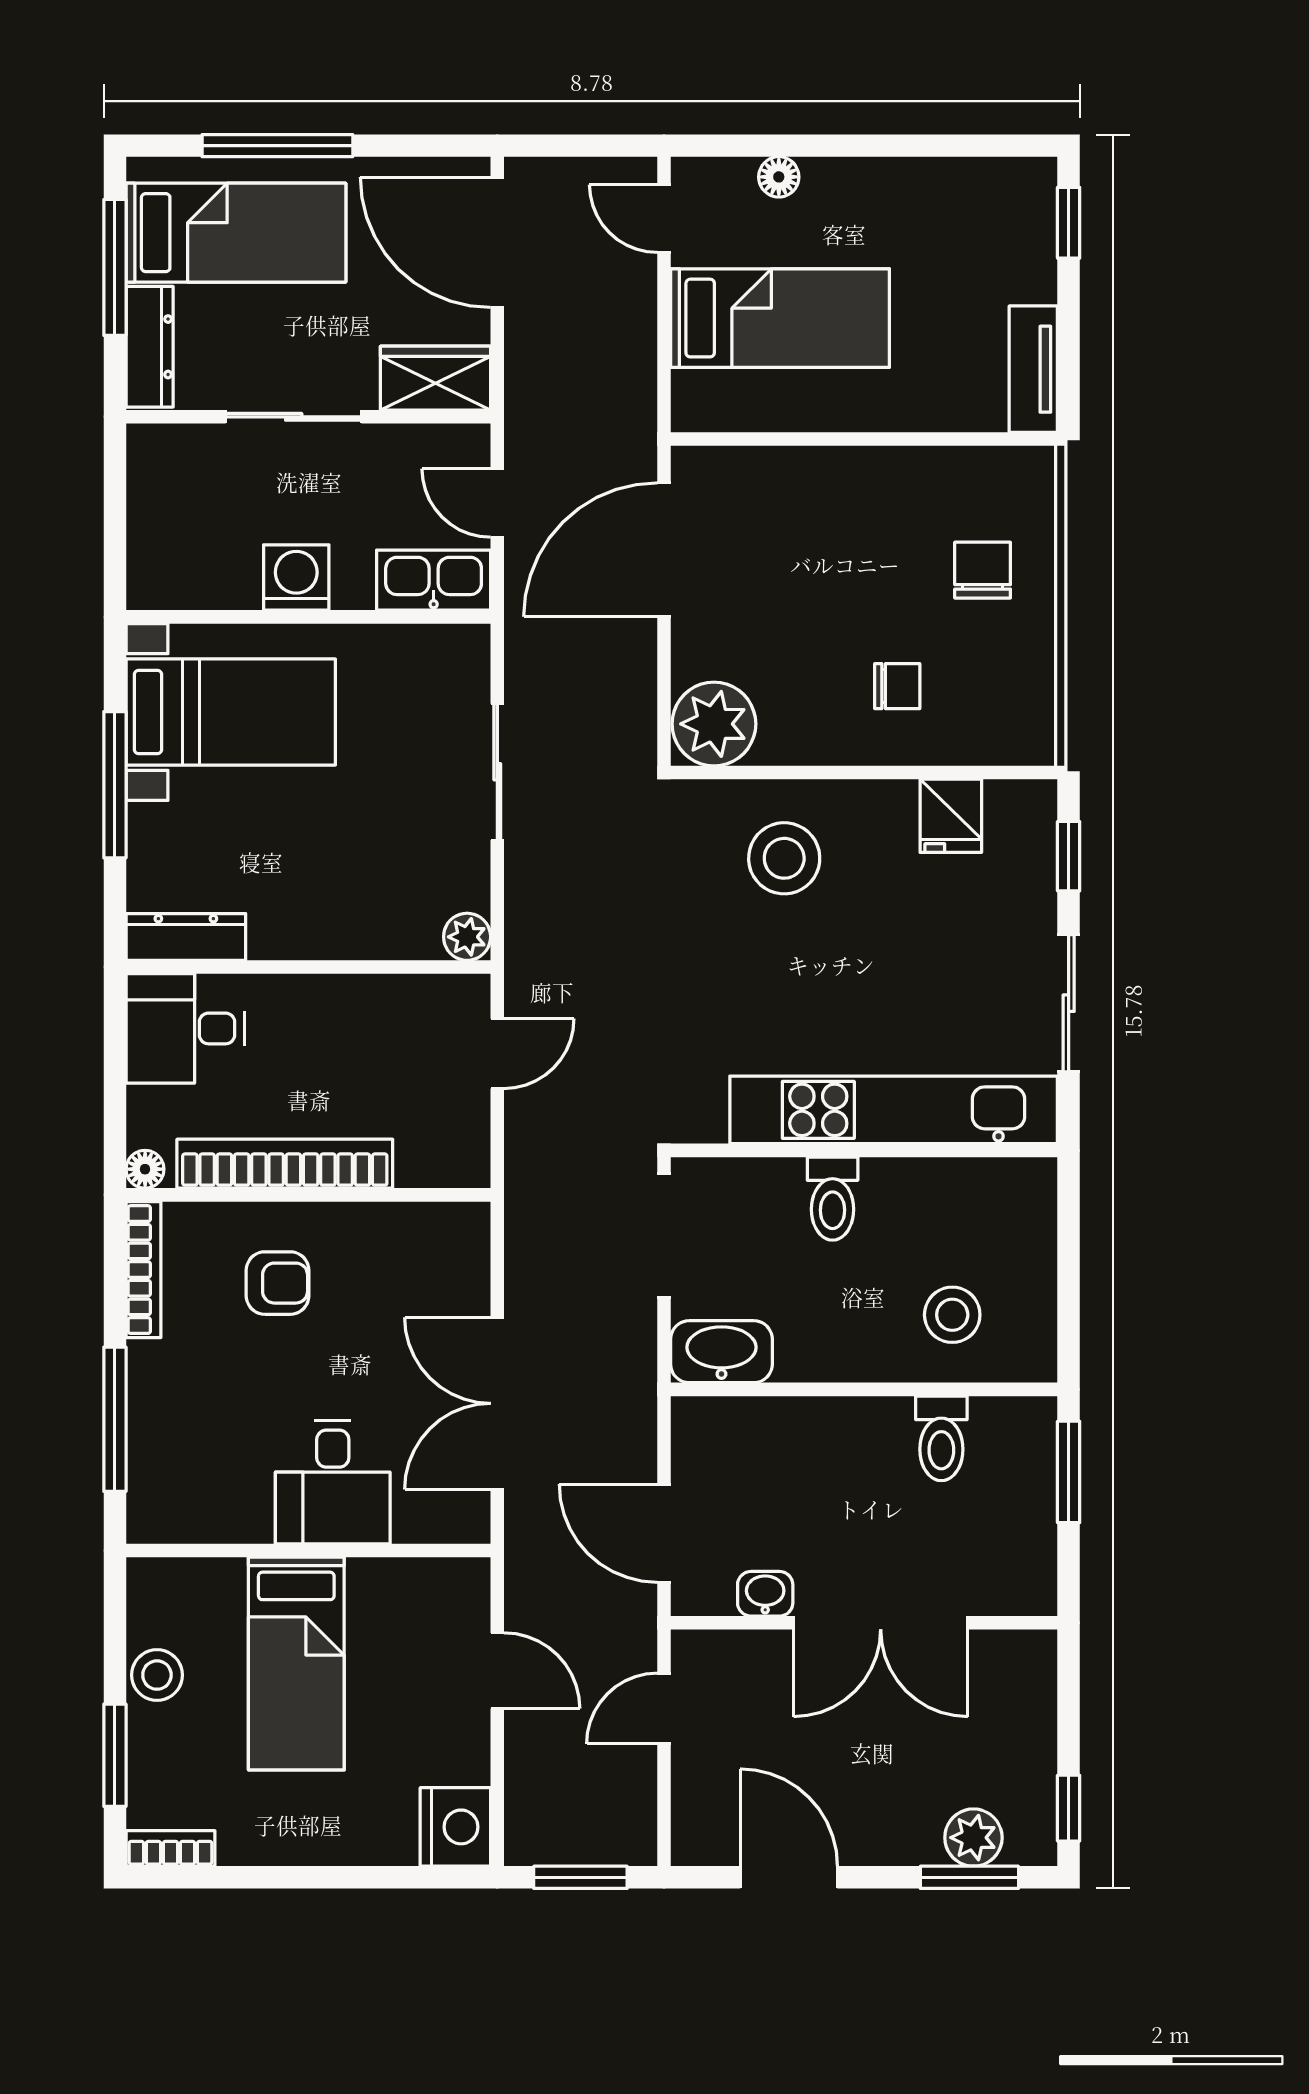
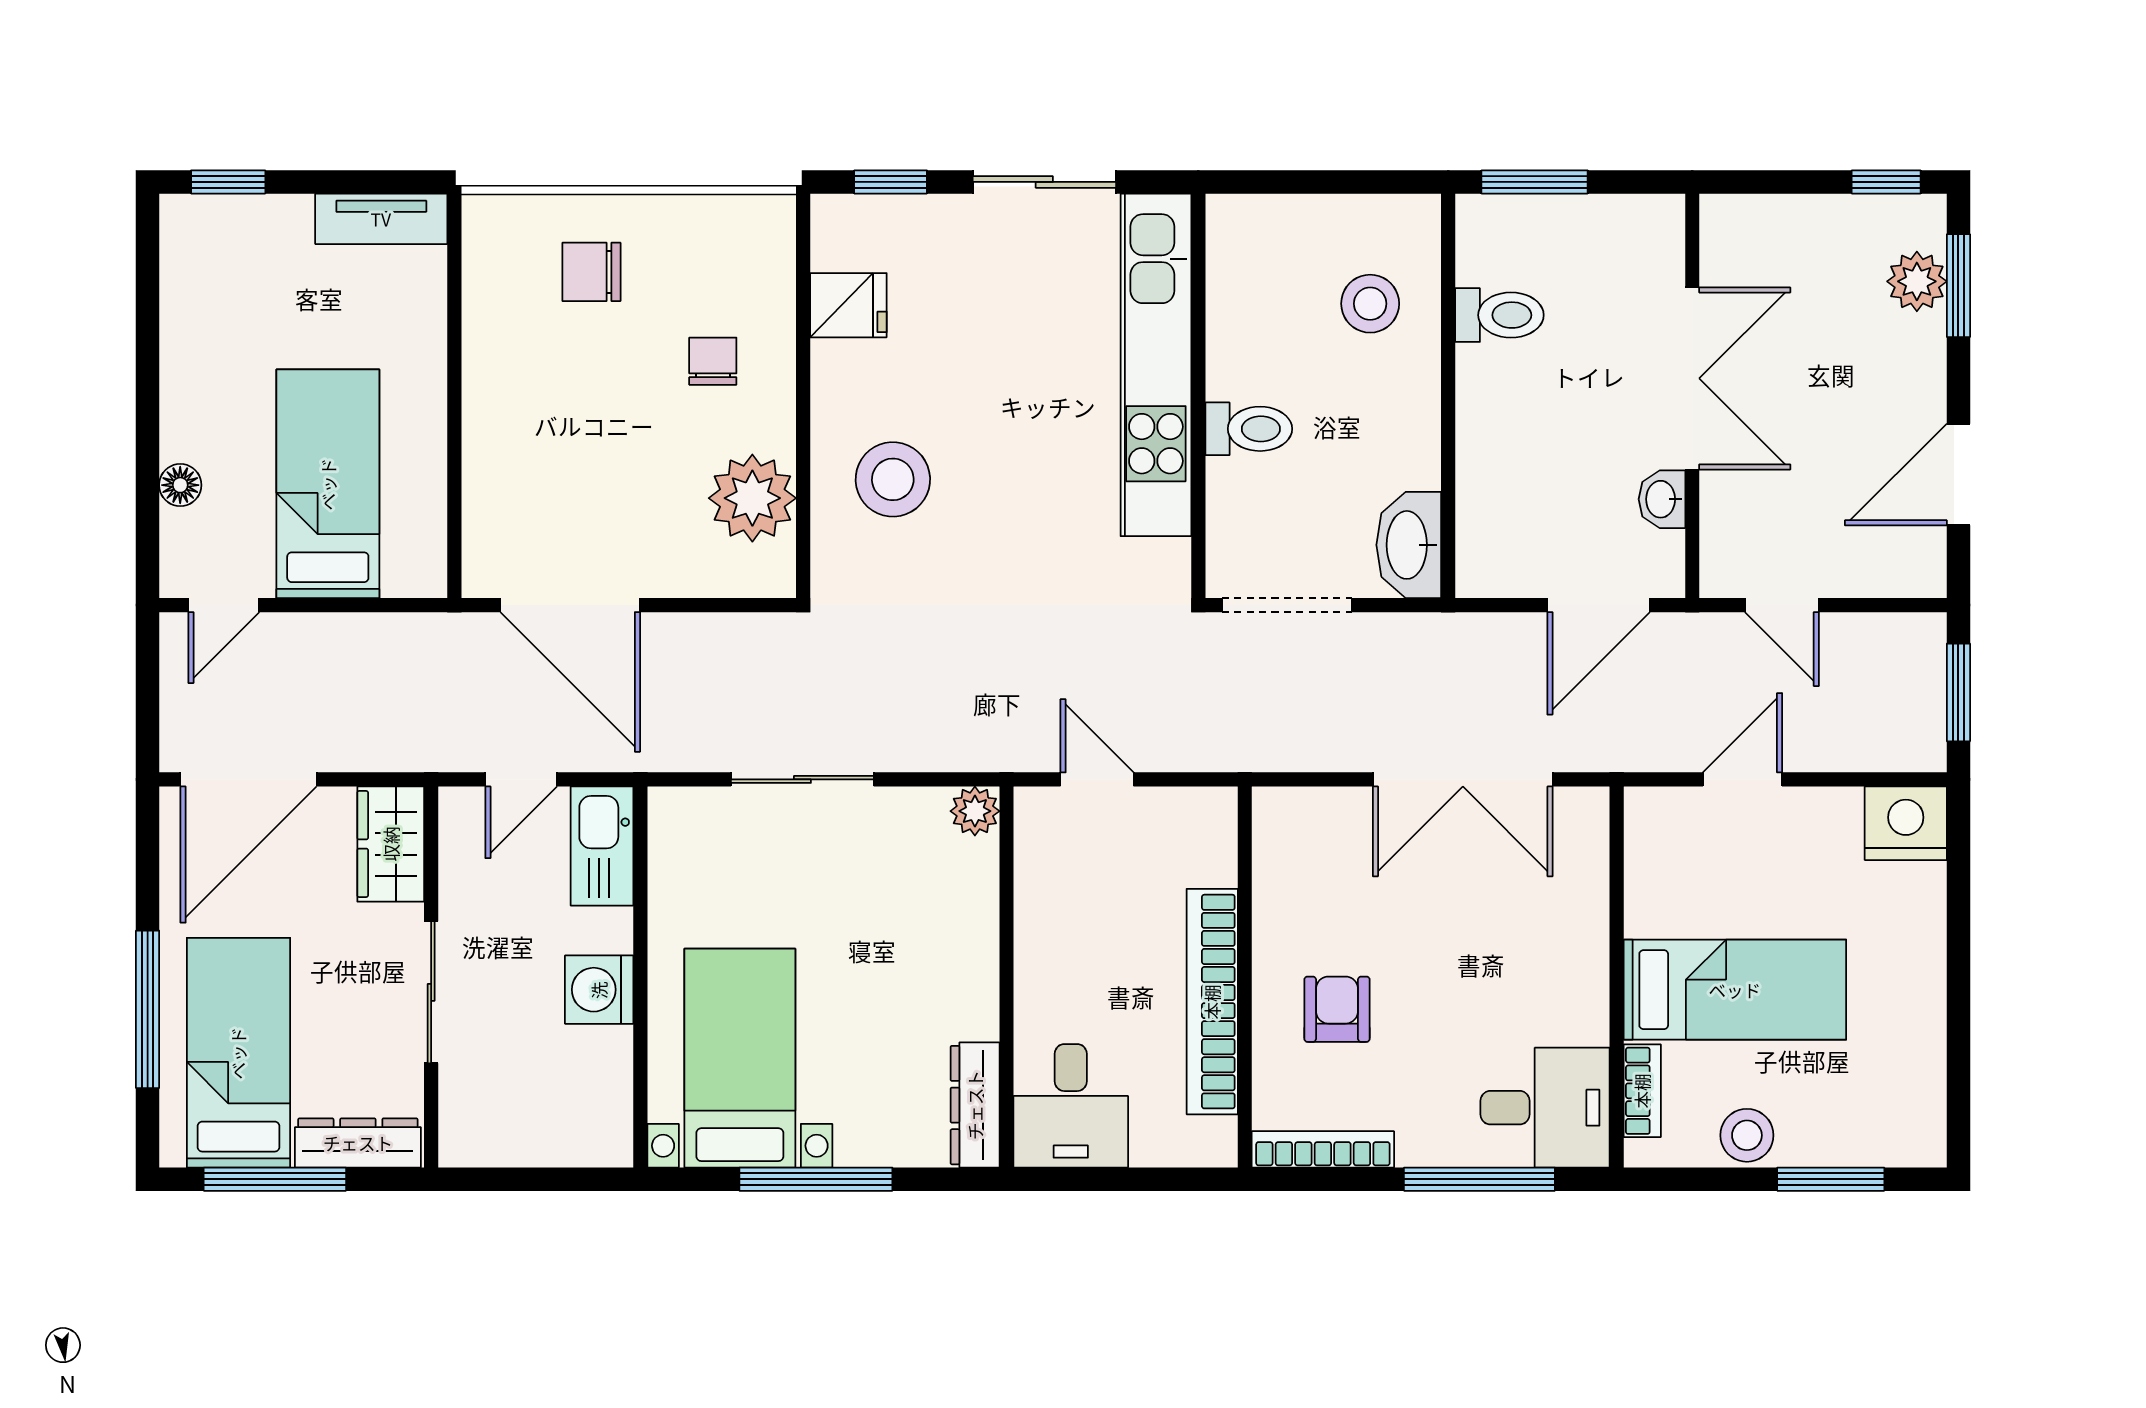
plant: (714, 724) -> (752, 498), moved
floor lamp: (145, 1169) -> (1218, 1148), removed
desk: (333, 1482) -> (1545, 1108), moved
bookcase: (170, 1848) -> (1642, 1091), moved, turned 180

